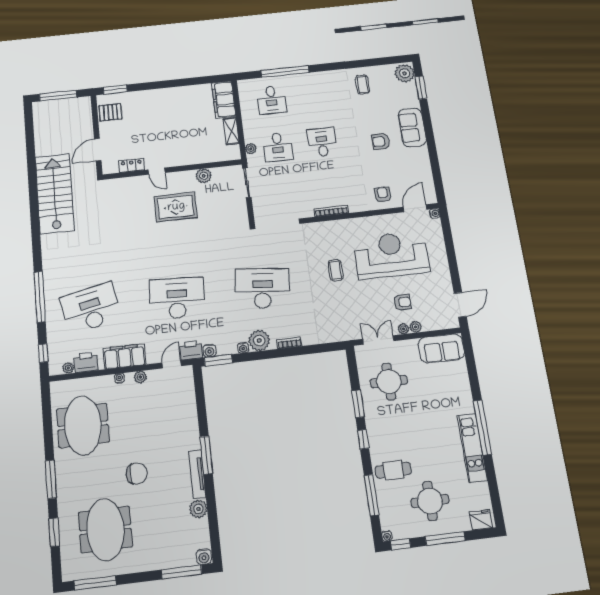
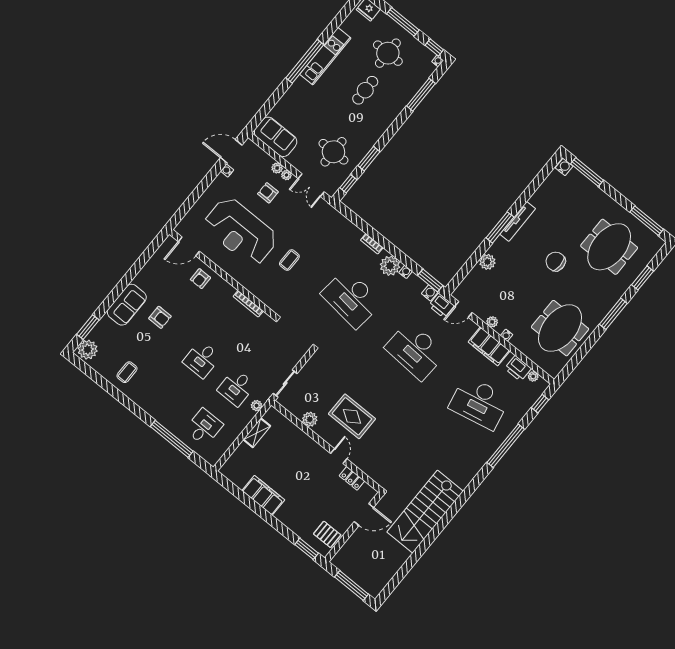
filing cabinet: (224, 100) -> (263, 495), moved, turned -90
desk: (278, 147) -> (236, 387), turned 180
water cooler: (435, 213) -> (227, 171), moved
window: (363, 439) -> (348, 184), moved
cafe table: (393, 470) -> (365, 90), moved, turned 90
plant: (198, 509) -> (487, 262), moved

